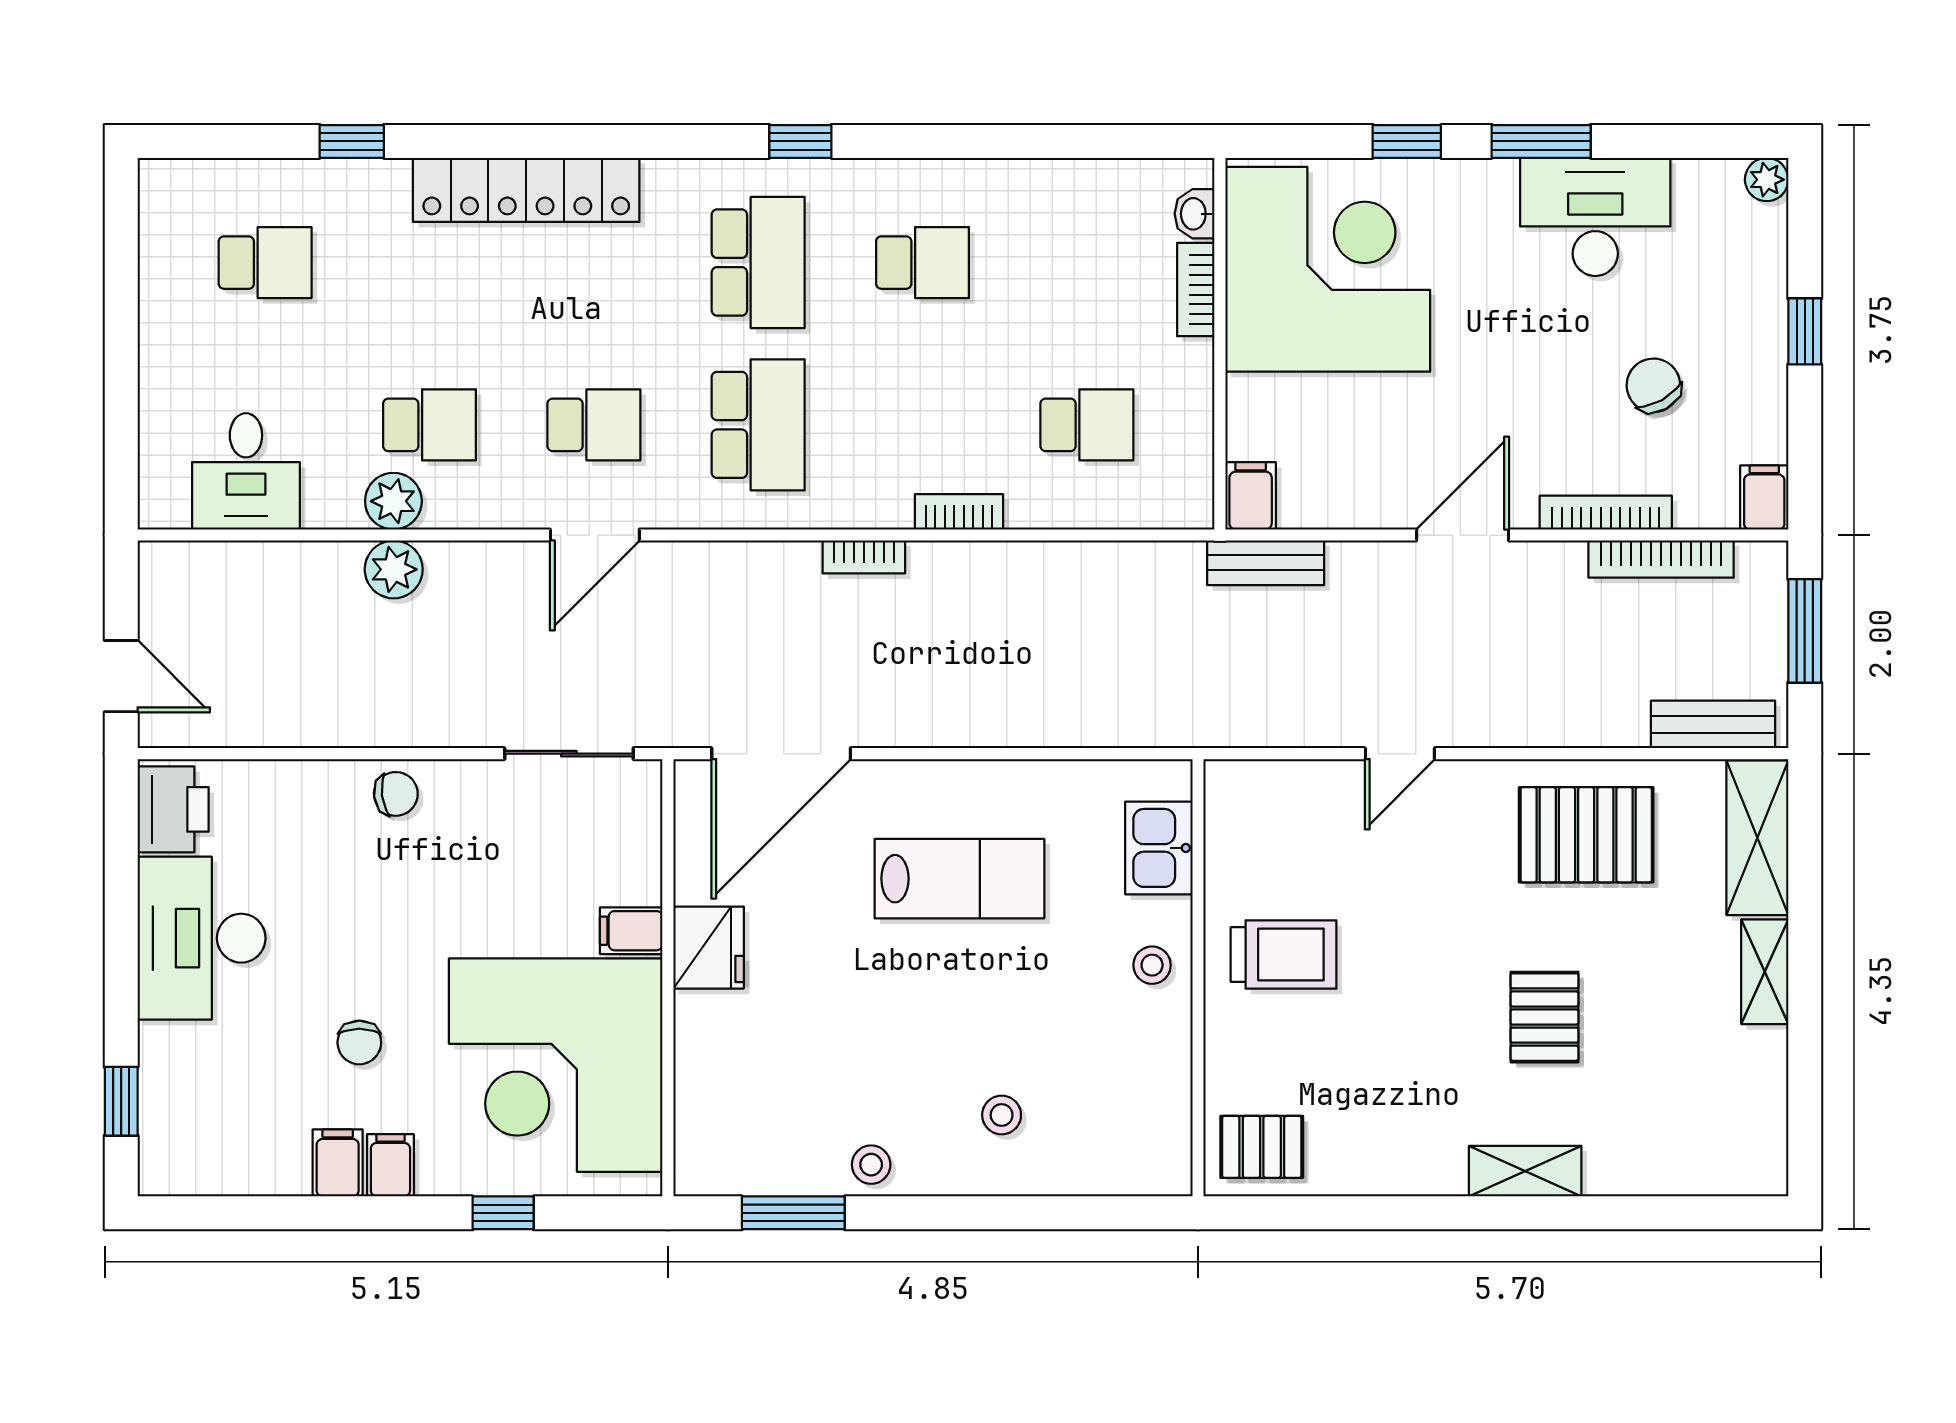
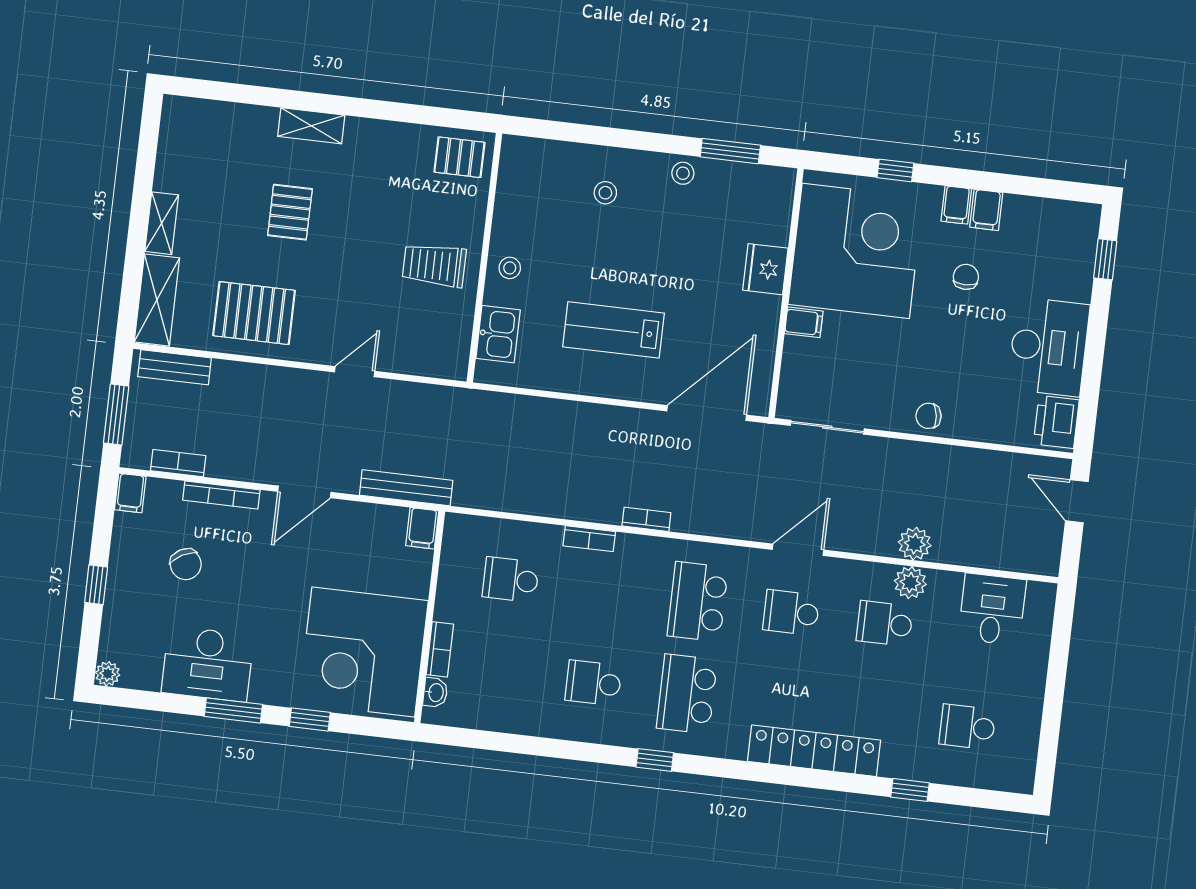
bookcase: (1661, 559) -> (178, 463), width x0.64
bench: (1266, 563) -> (406, 488), width x1.36
fridge: (709, 948) -> (765, 269), moved

